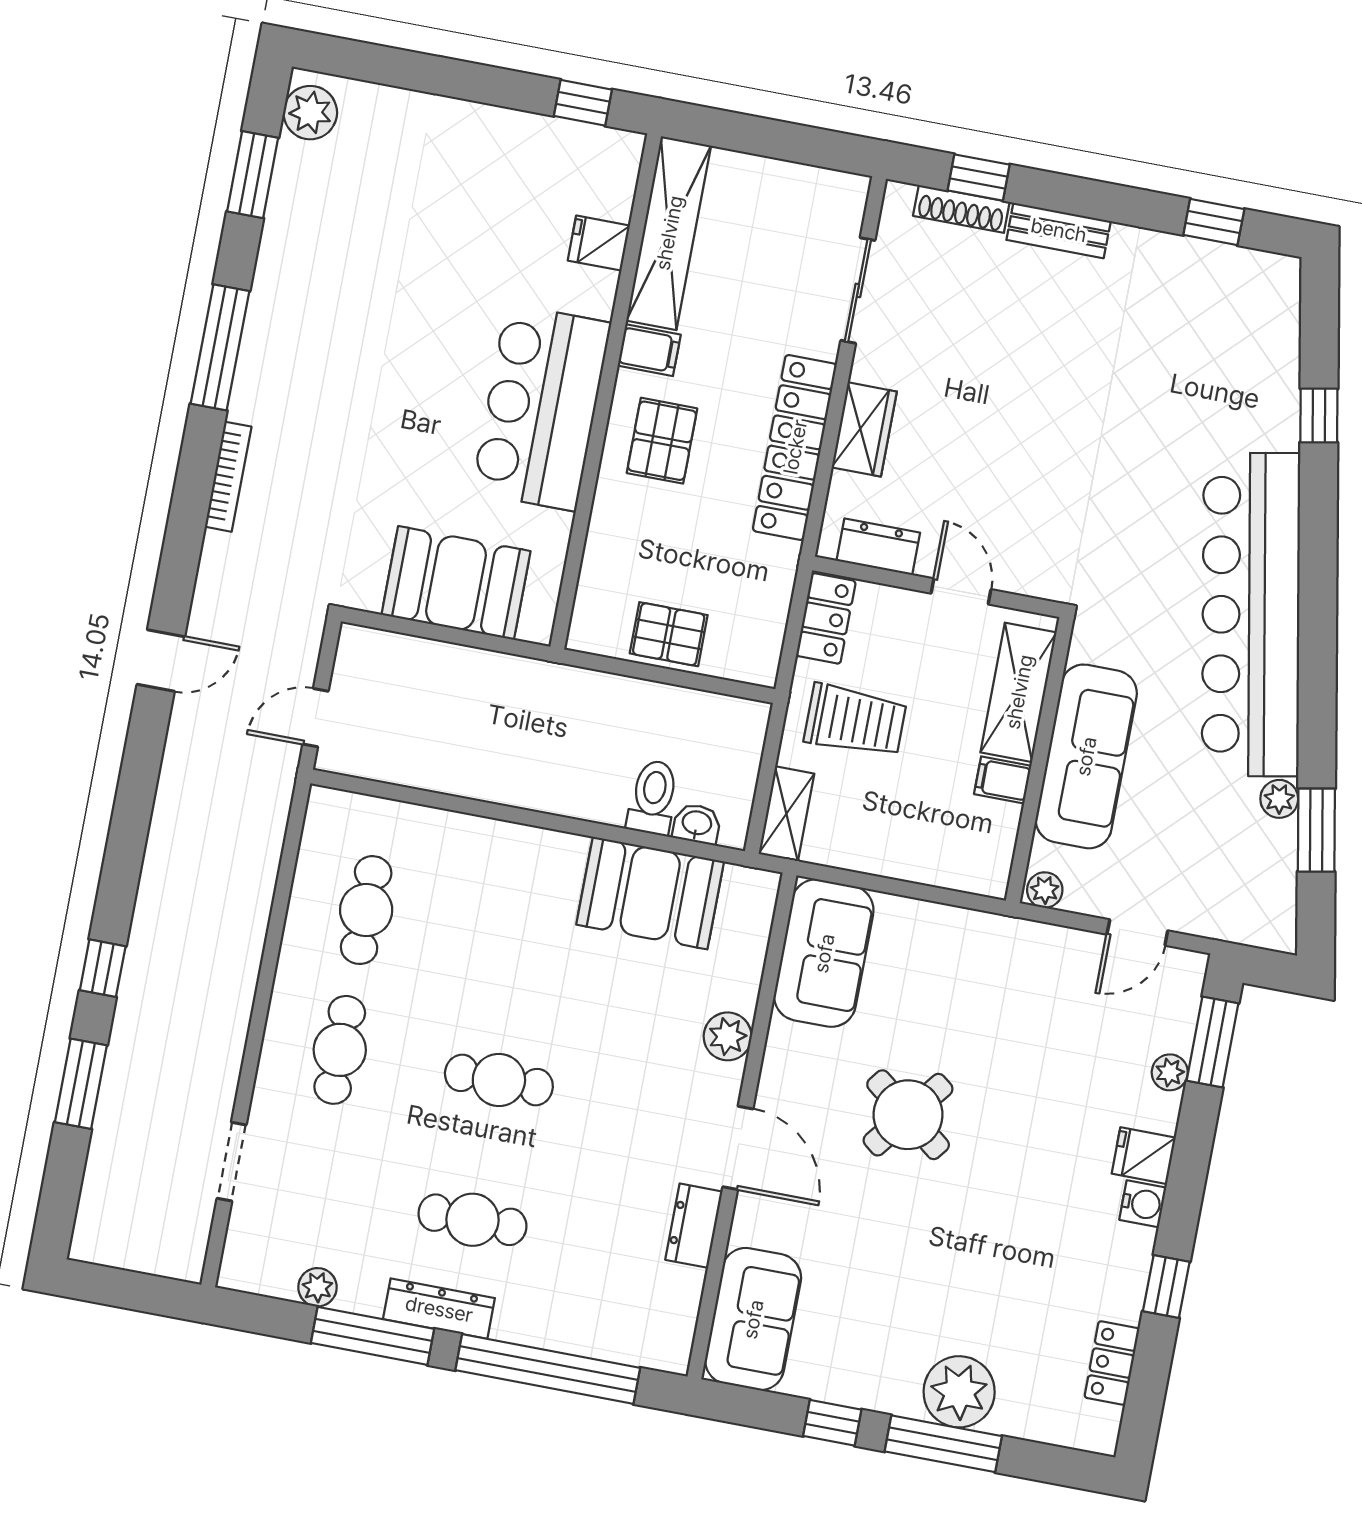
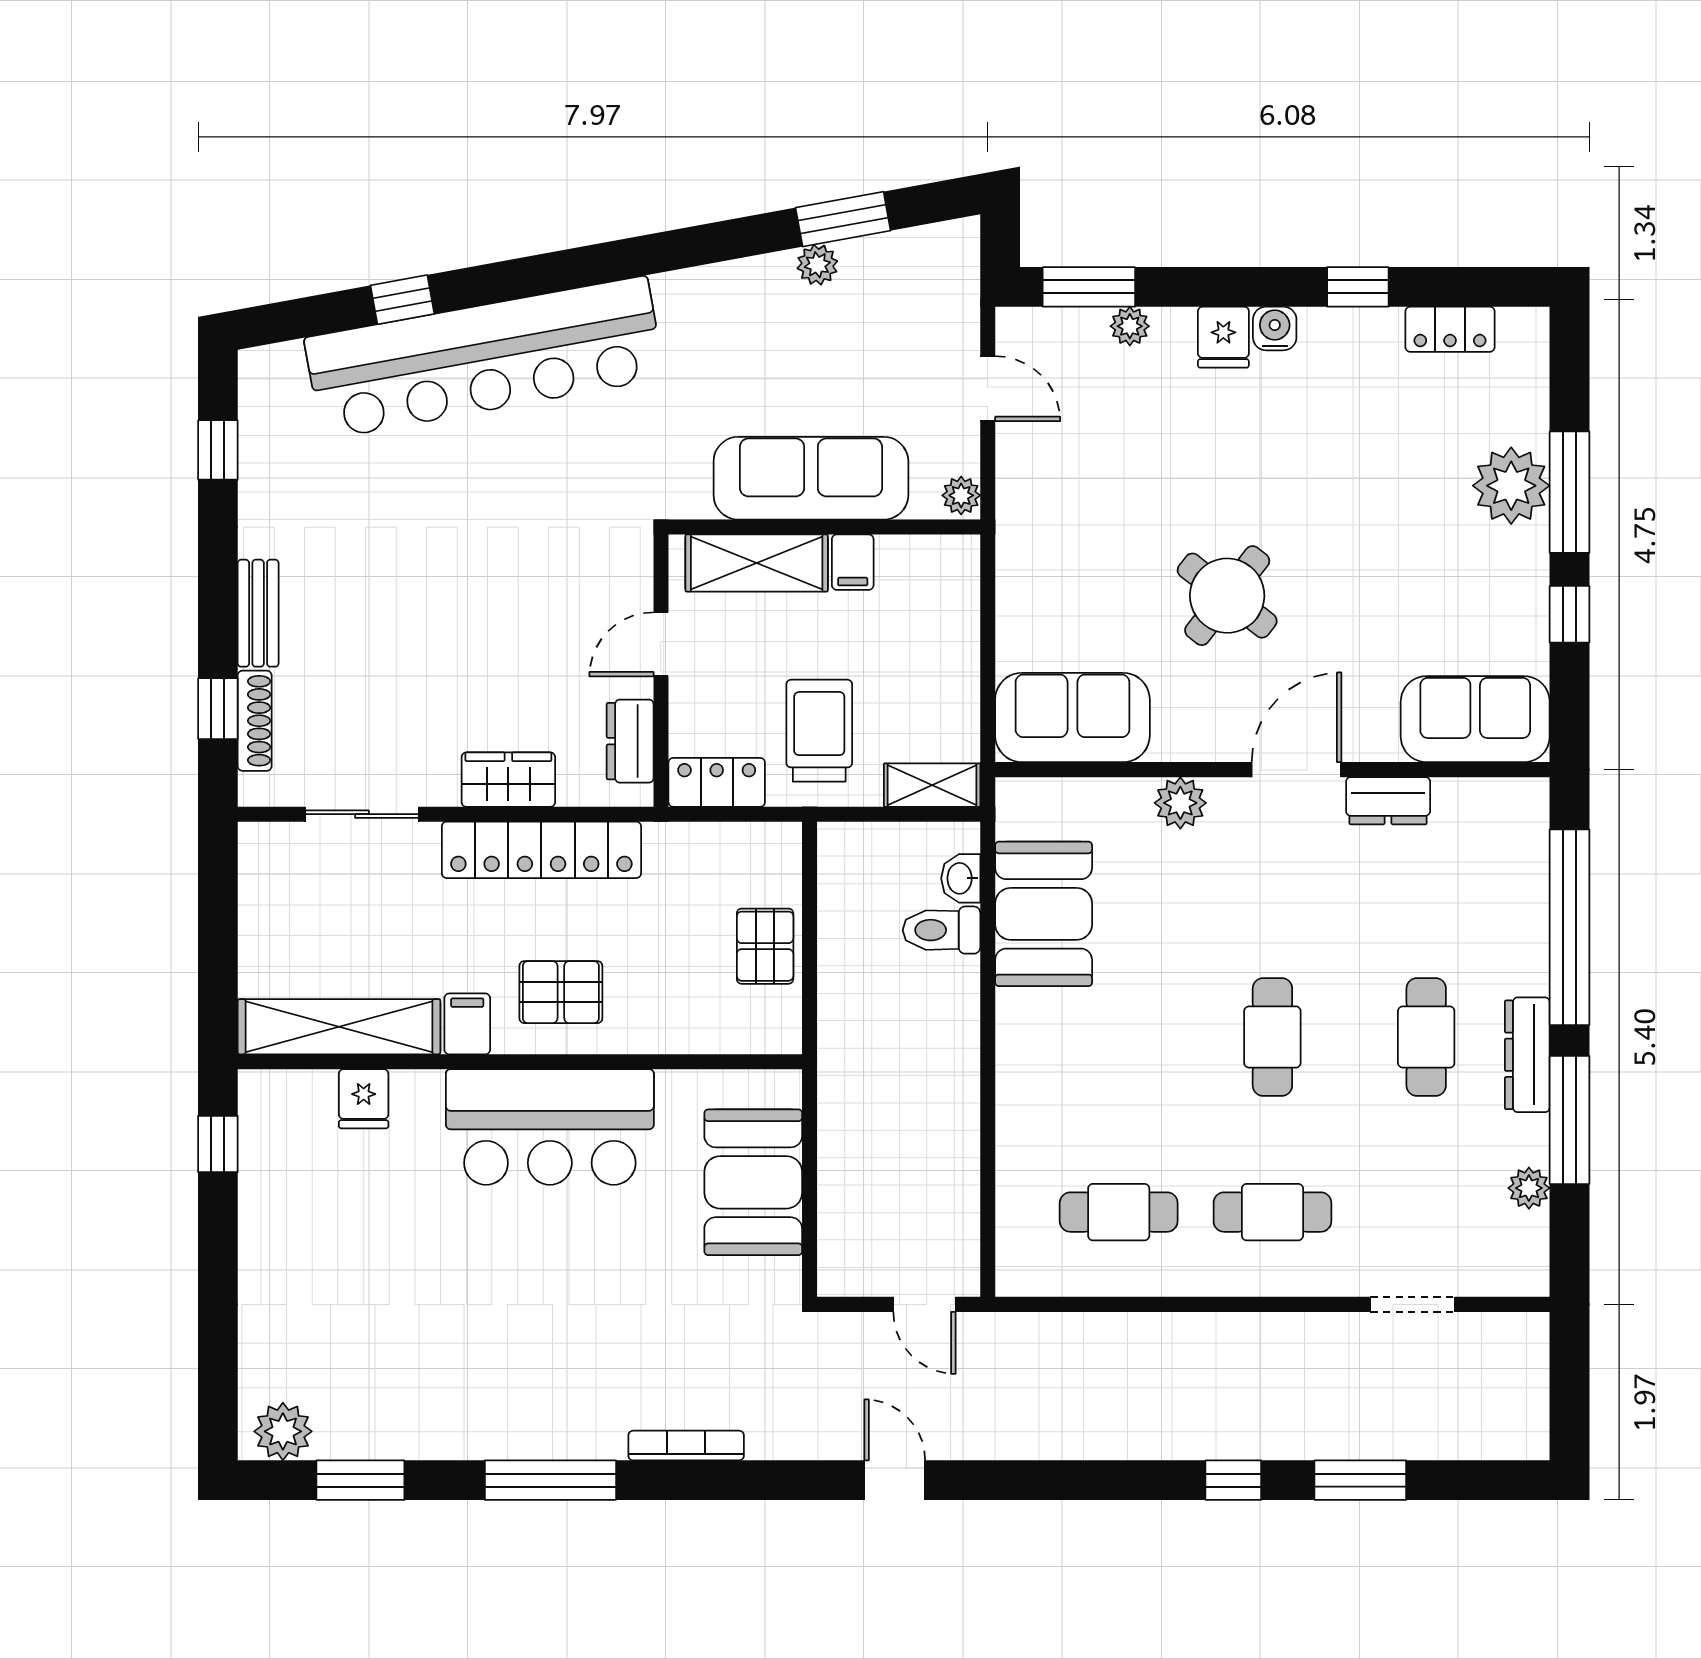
bar counter: (1251, 614) -> (485, 358), moved

